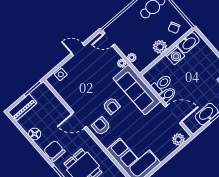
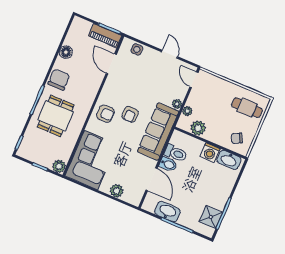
plant: (160, 47) -> (198, 128), moved
piano: (22, 107) -> (105, 36), moved
door: (79, 120) -> (111, 64), moved
armchair: (101, 126) -> (105, 114), turned 90
plant: (178, 139) -> (117, 191), moved

